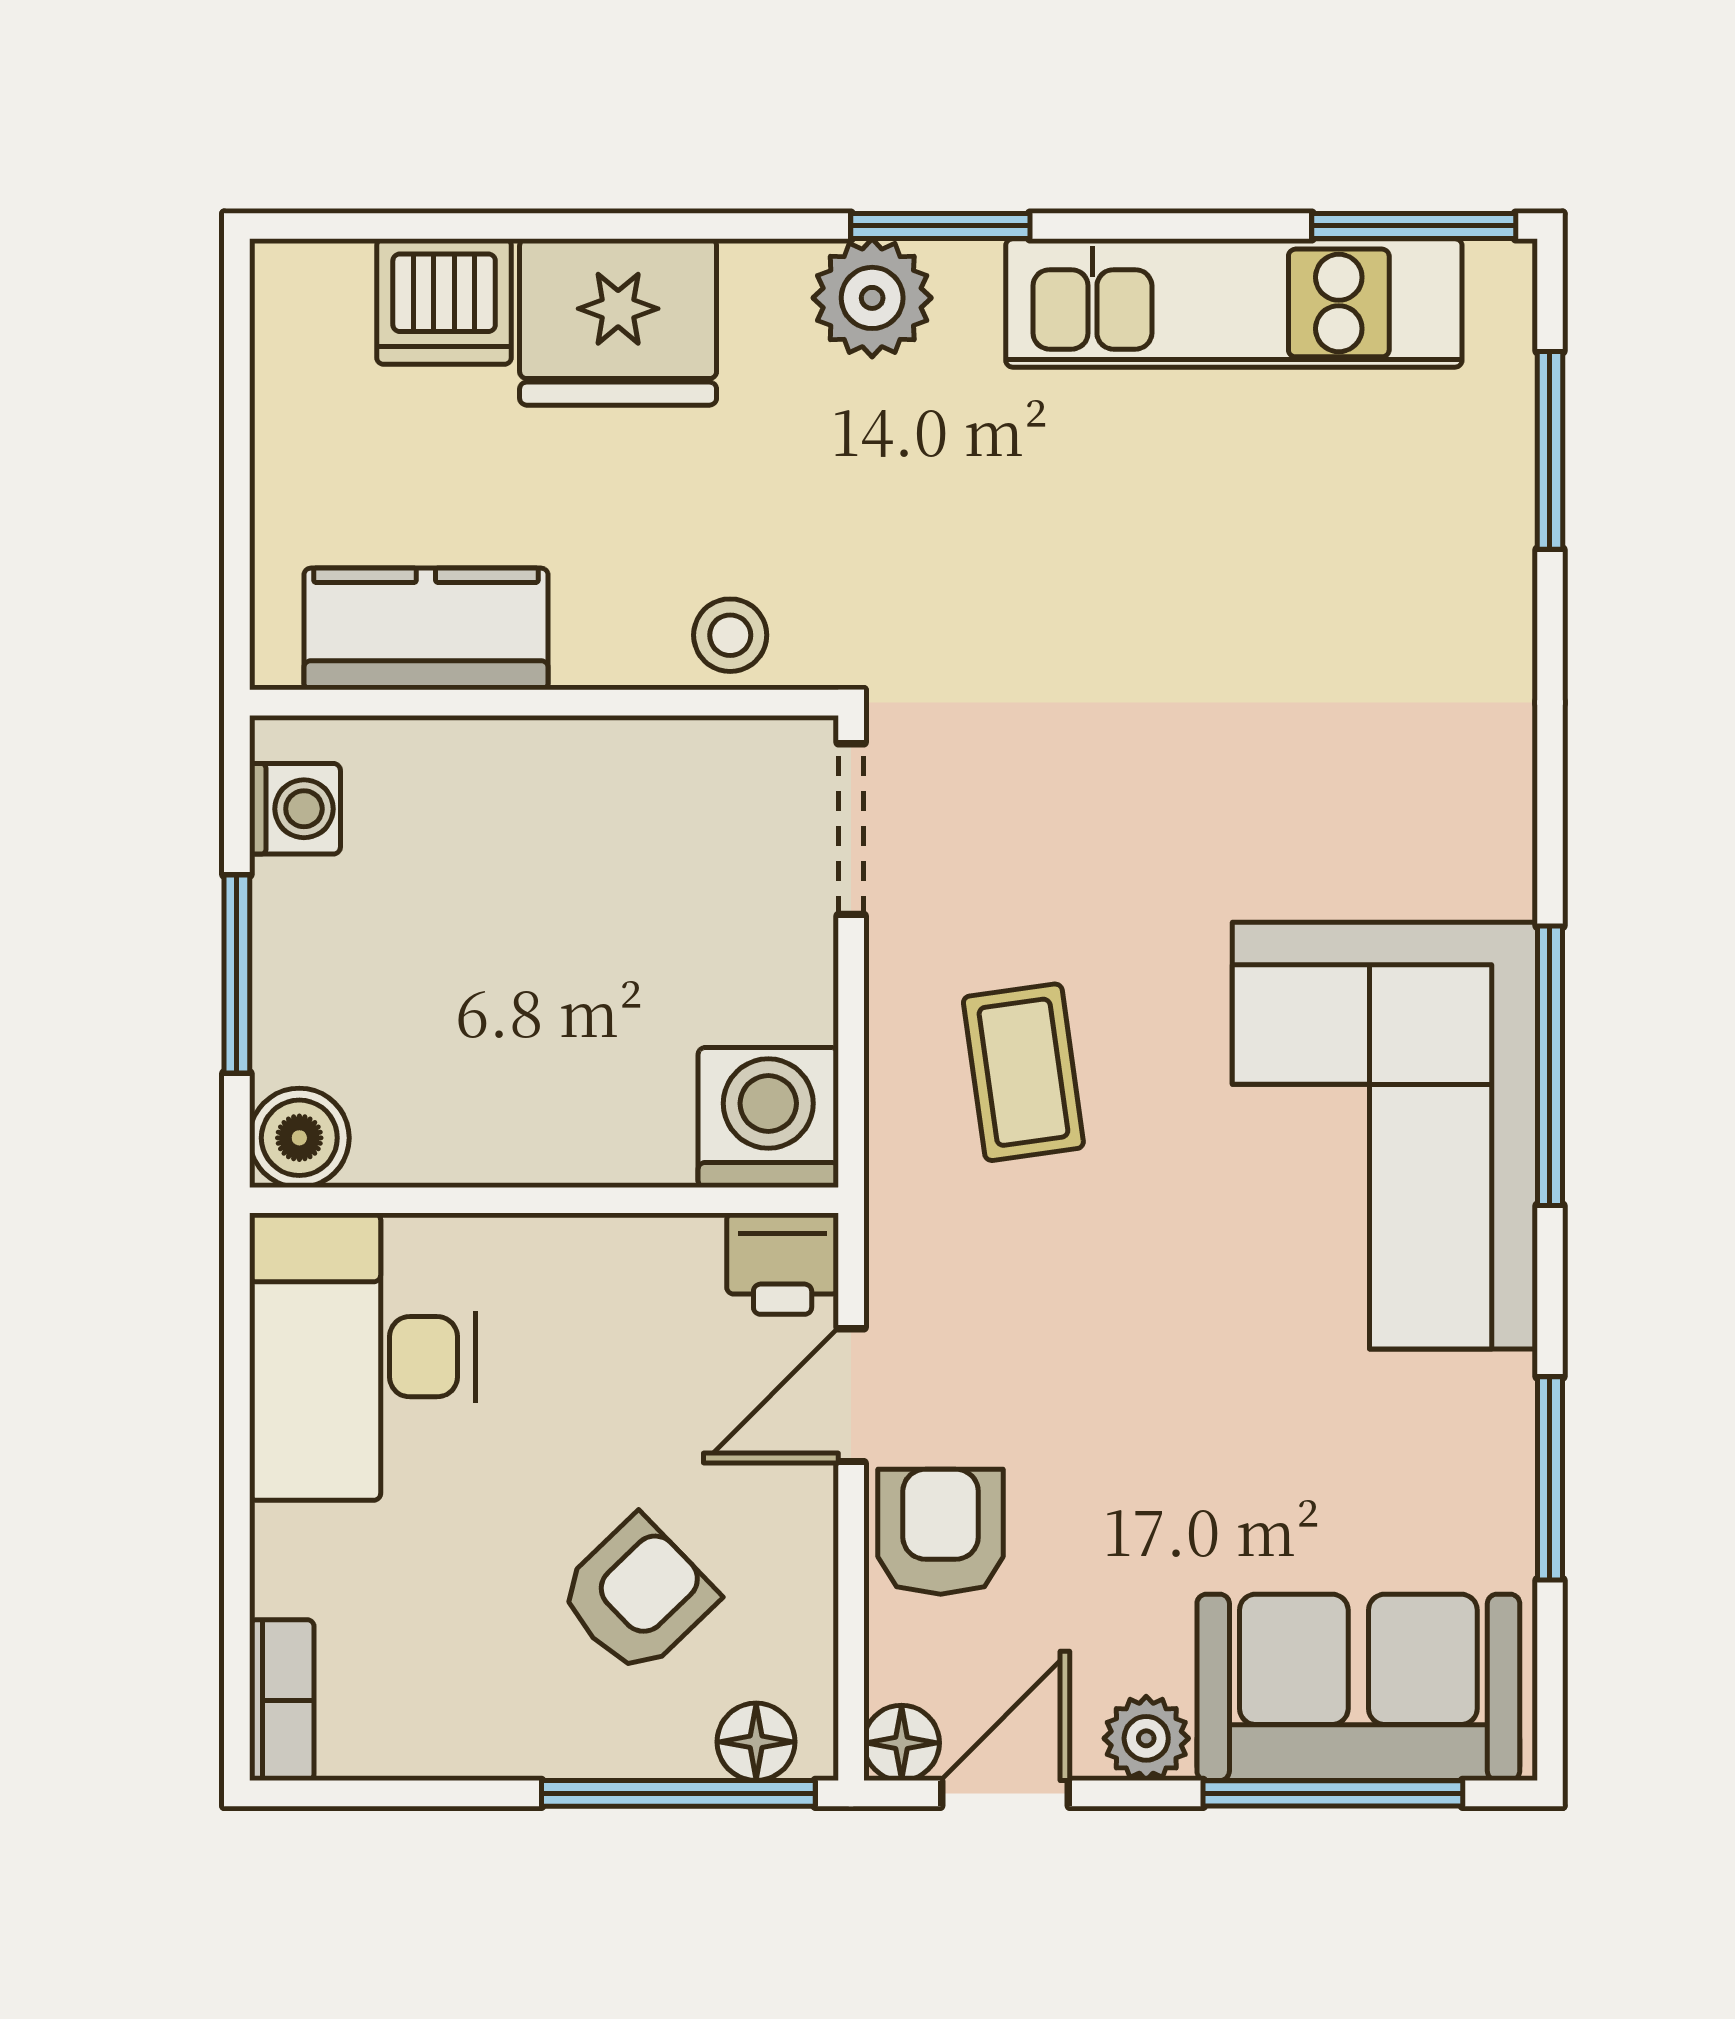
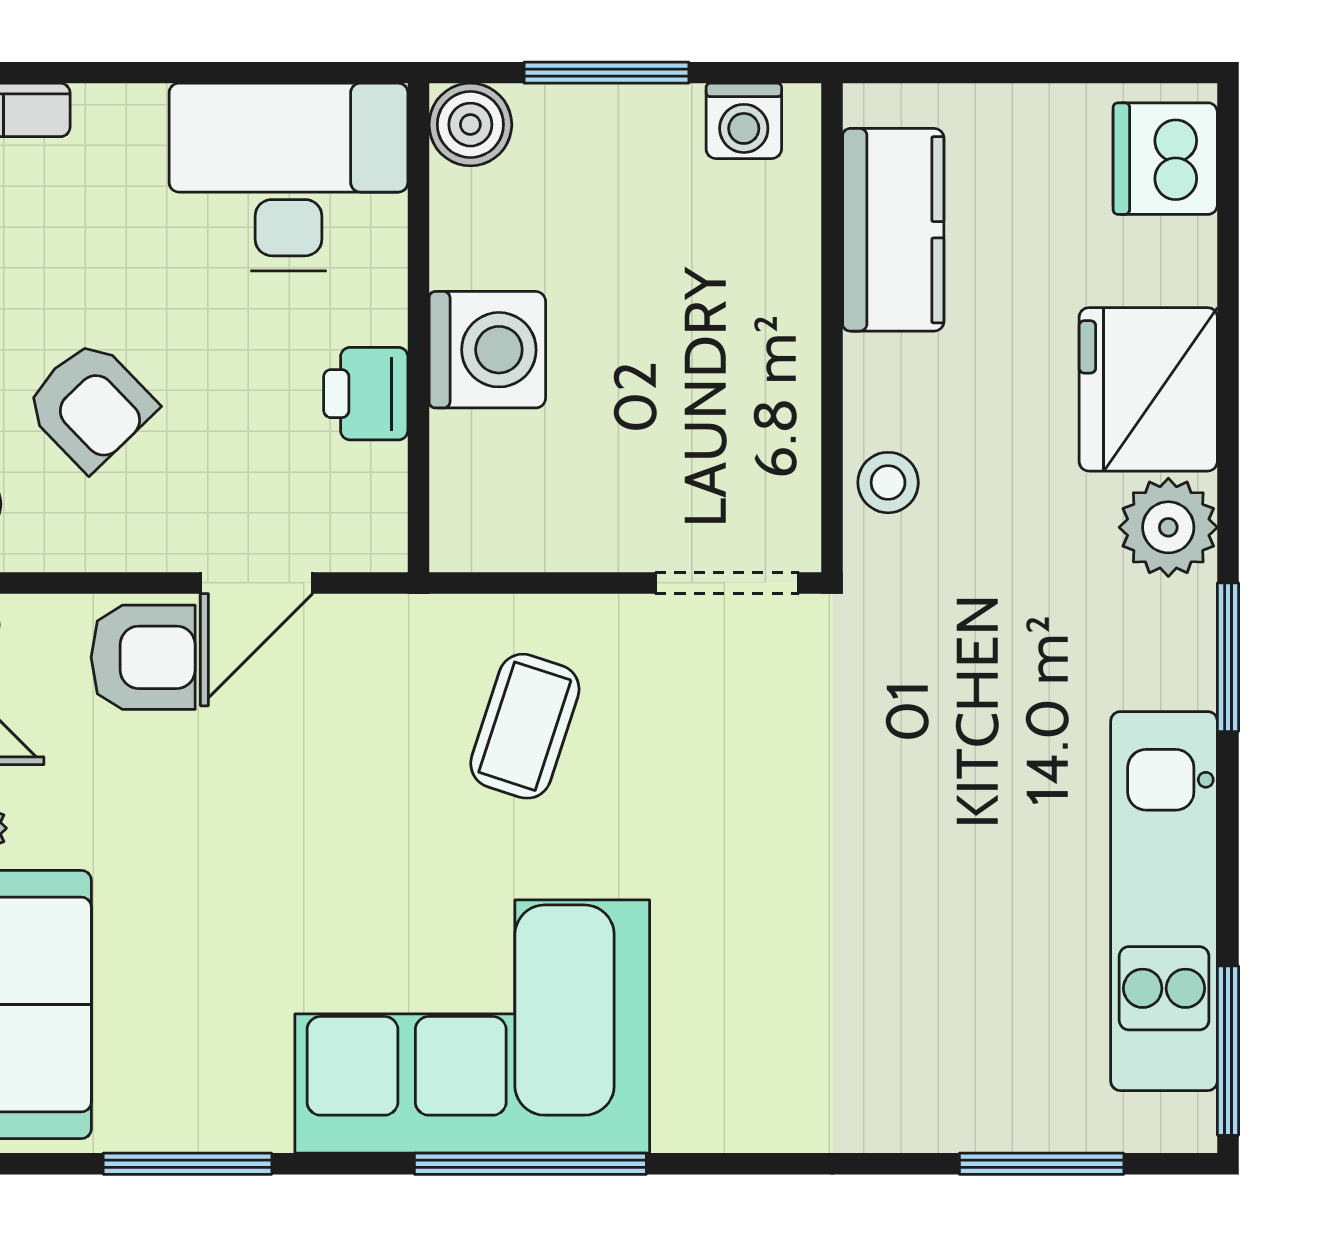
plant: (872, 298) -> (1168, 527), moved
dishwasher: (444, 302) -> (1165, 159), moved
coffee table: (1023, 1072) -> (525, 726), turned -64
washing machine: (768, 1117) -> (487, 350), moved
printer: (783, 1264) -> (366, 394), moved
door: (851, 1395) -> (257, 583), swing flipped

